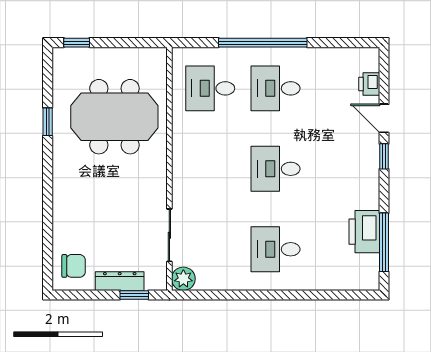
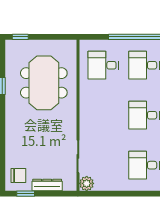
meeting table: (114, 117) -> (44, 83), turned 90
window: (134, 295) -> (26, 194), moved

